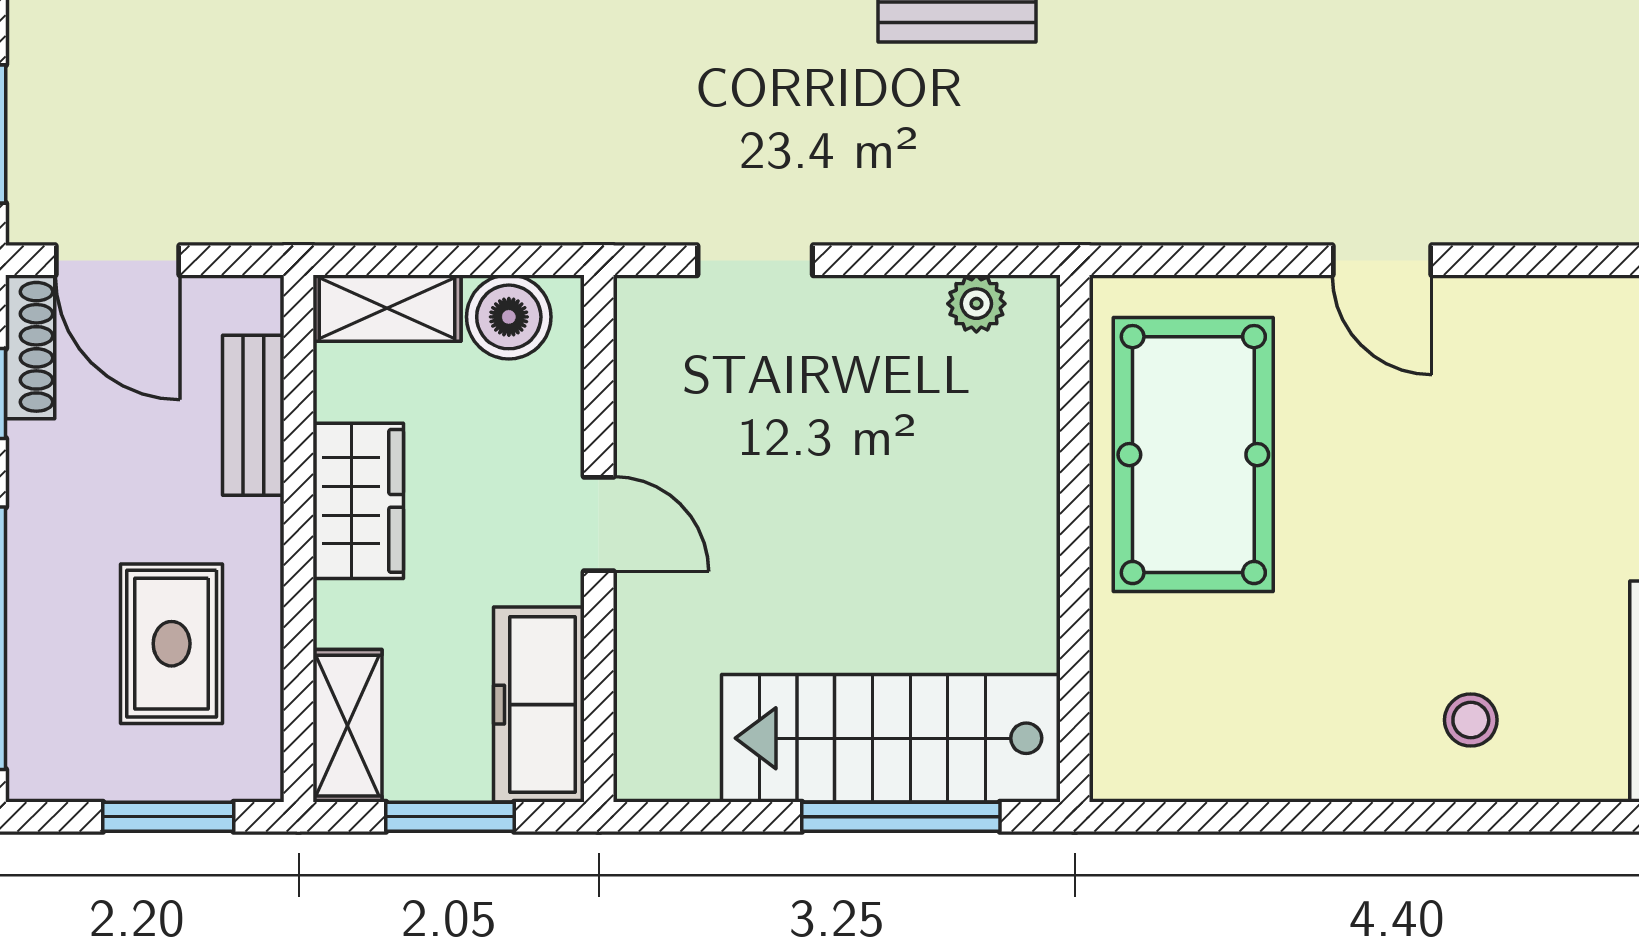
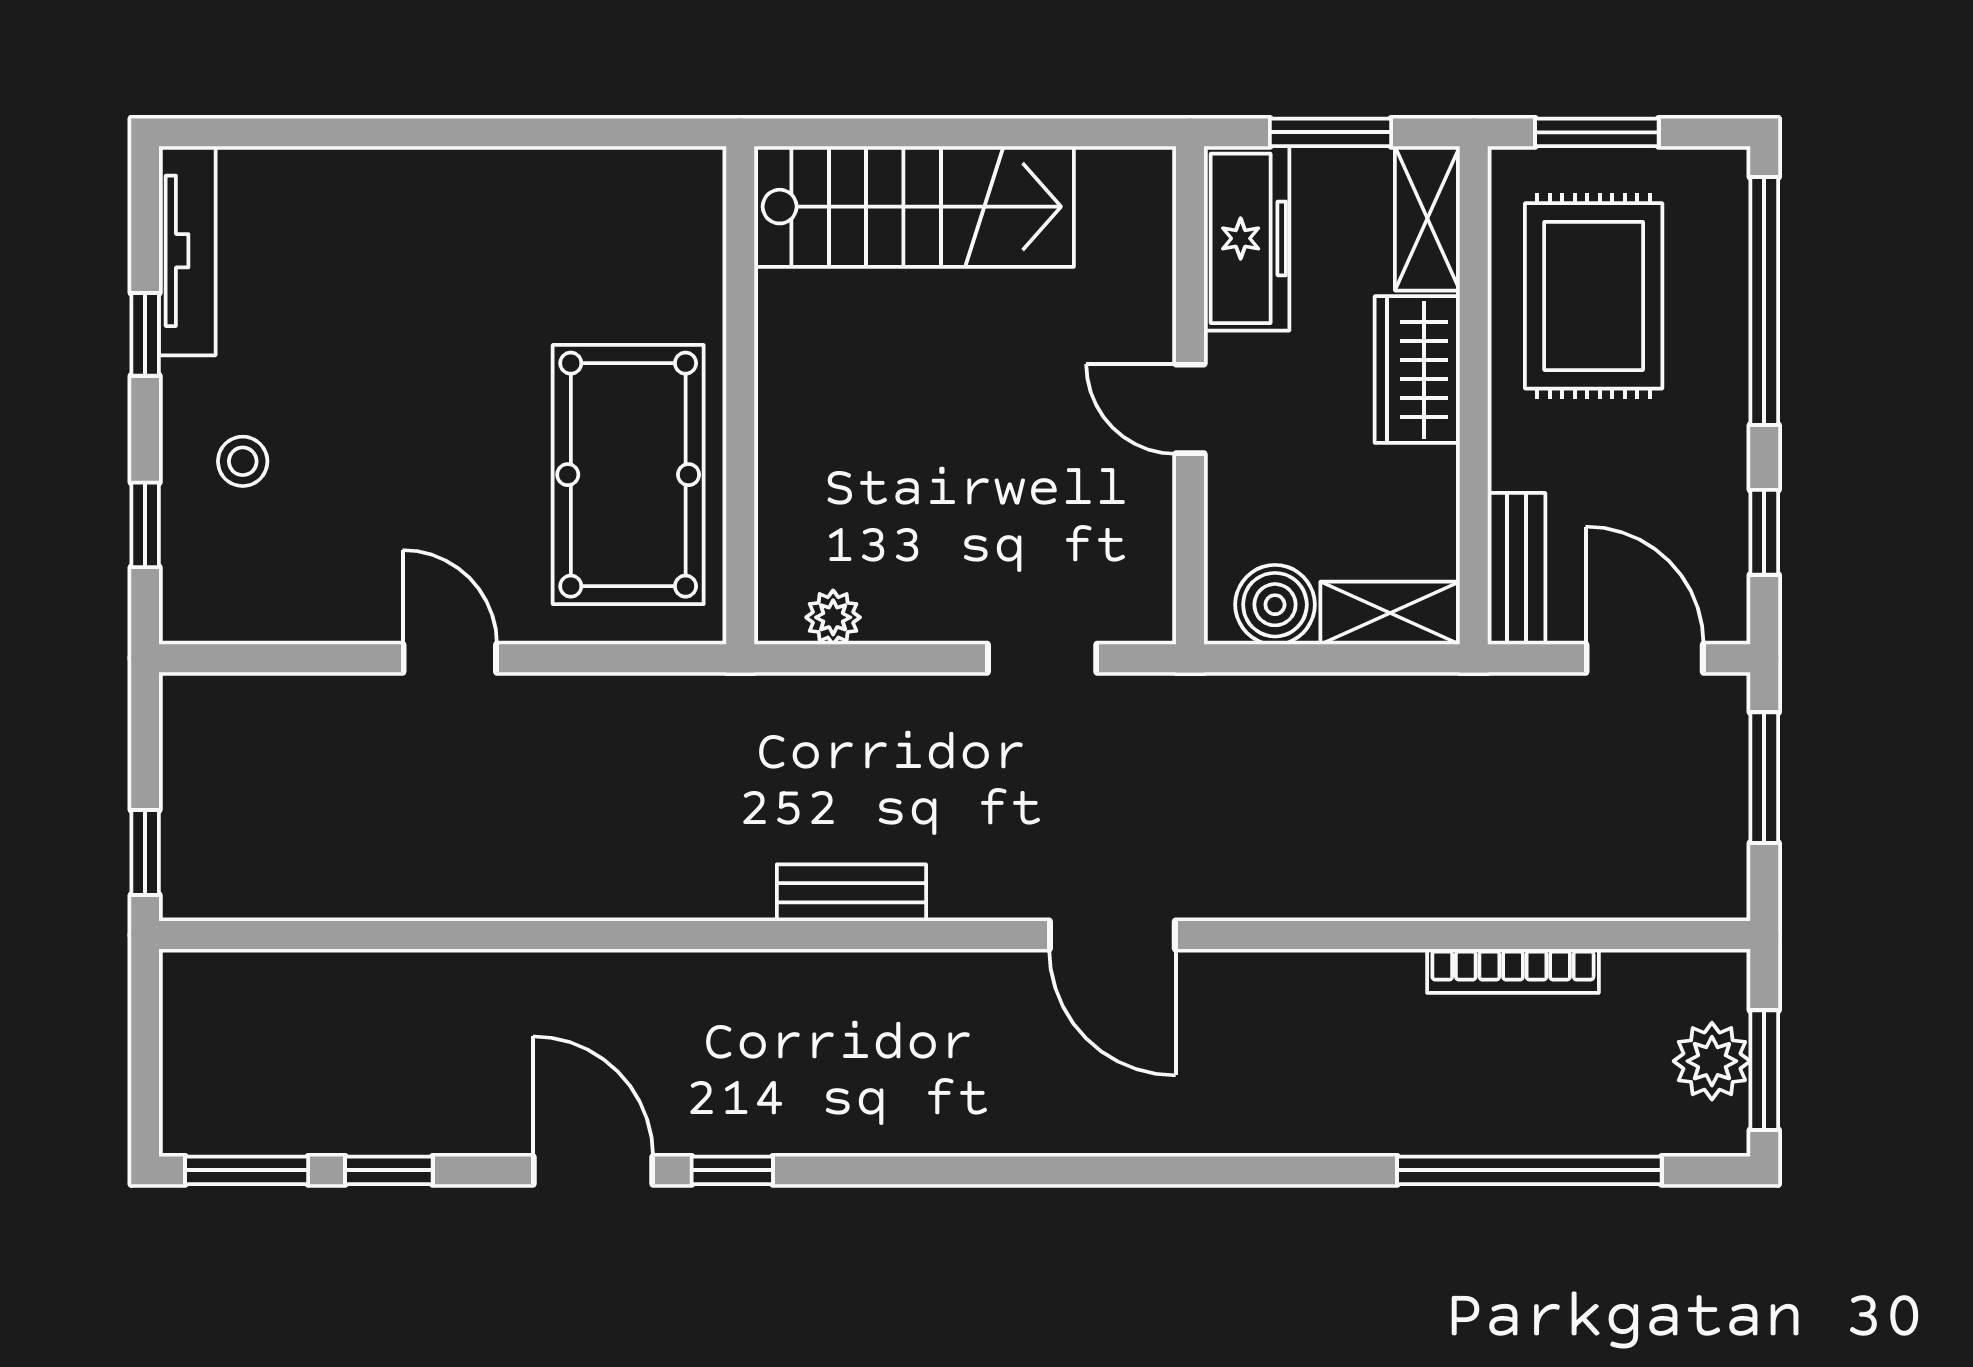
shoe rack: (30, 347) -> (1727, 576), removed
bench: (253, 415) -> (1516, 569), moved
wardrobe: (358, 501) -> (1417, 370), moved
rug: (172, 644) -> (1594, 296), width x1.36, depth x1.43
stool: (1471, 720) -> (243, 461), moved
window: (901, 817) -> (904, 132), removed

